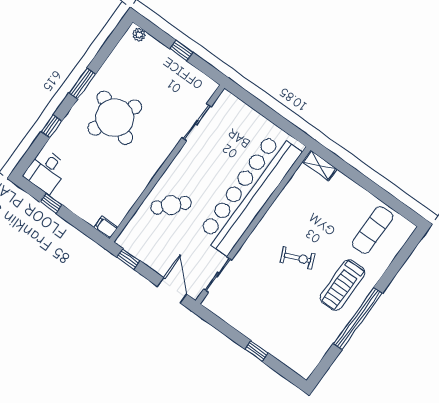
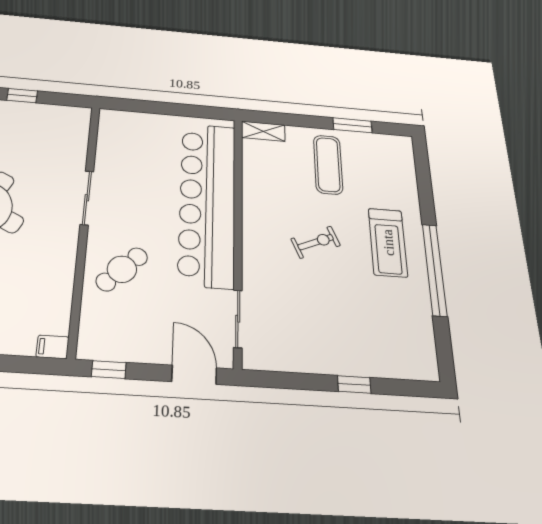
sliding door: (197, 122) -> (87, 198), moved
window: (383, 195) -> (352, 125), added
exercise mat: (373, 230) -> (328, 164), moved

